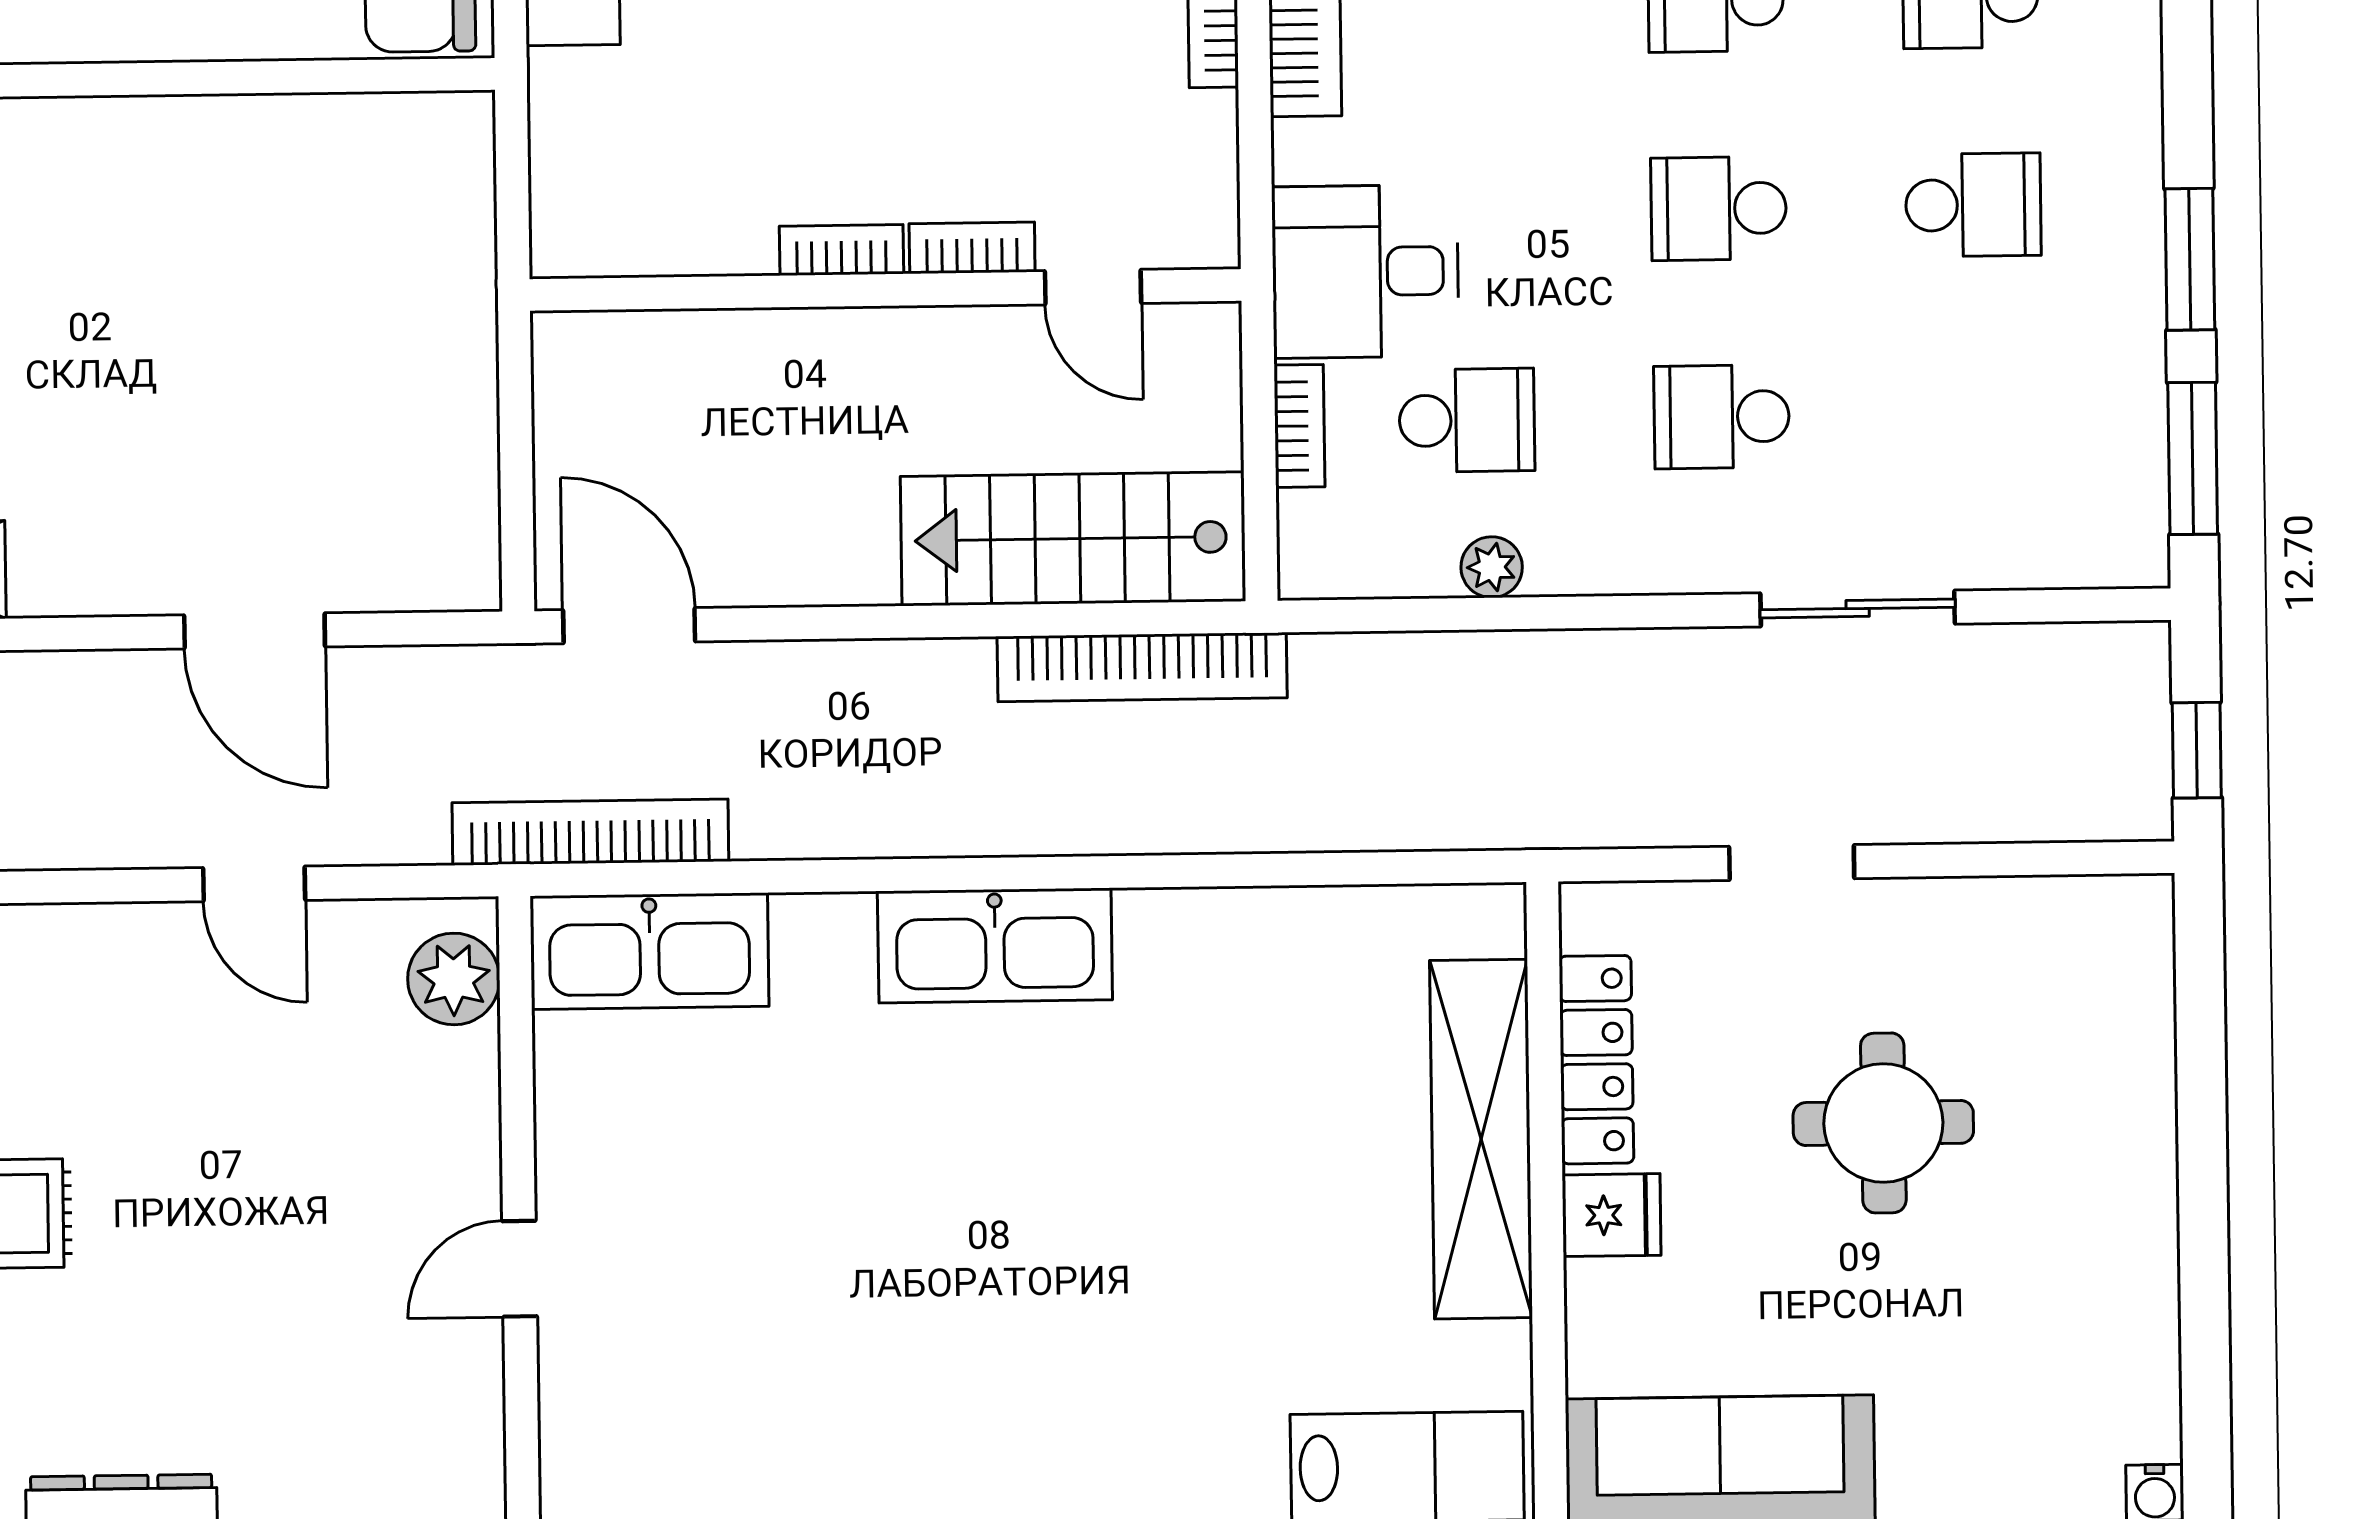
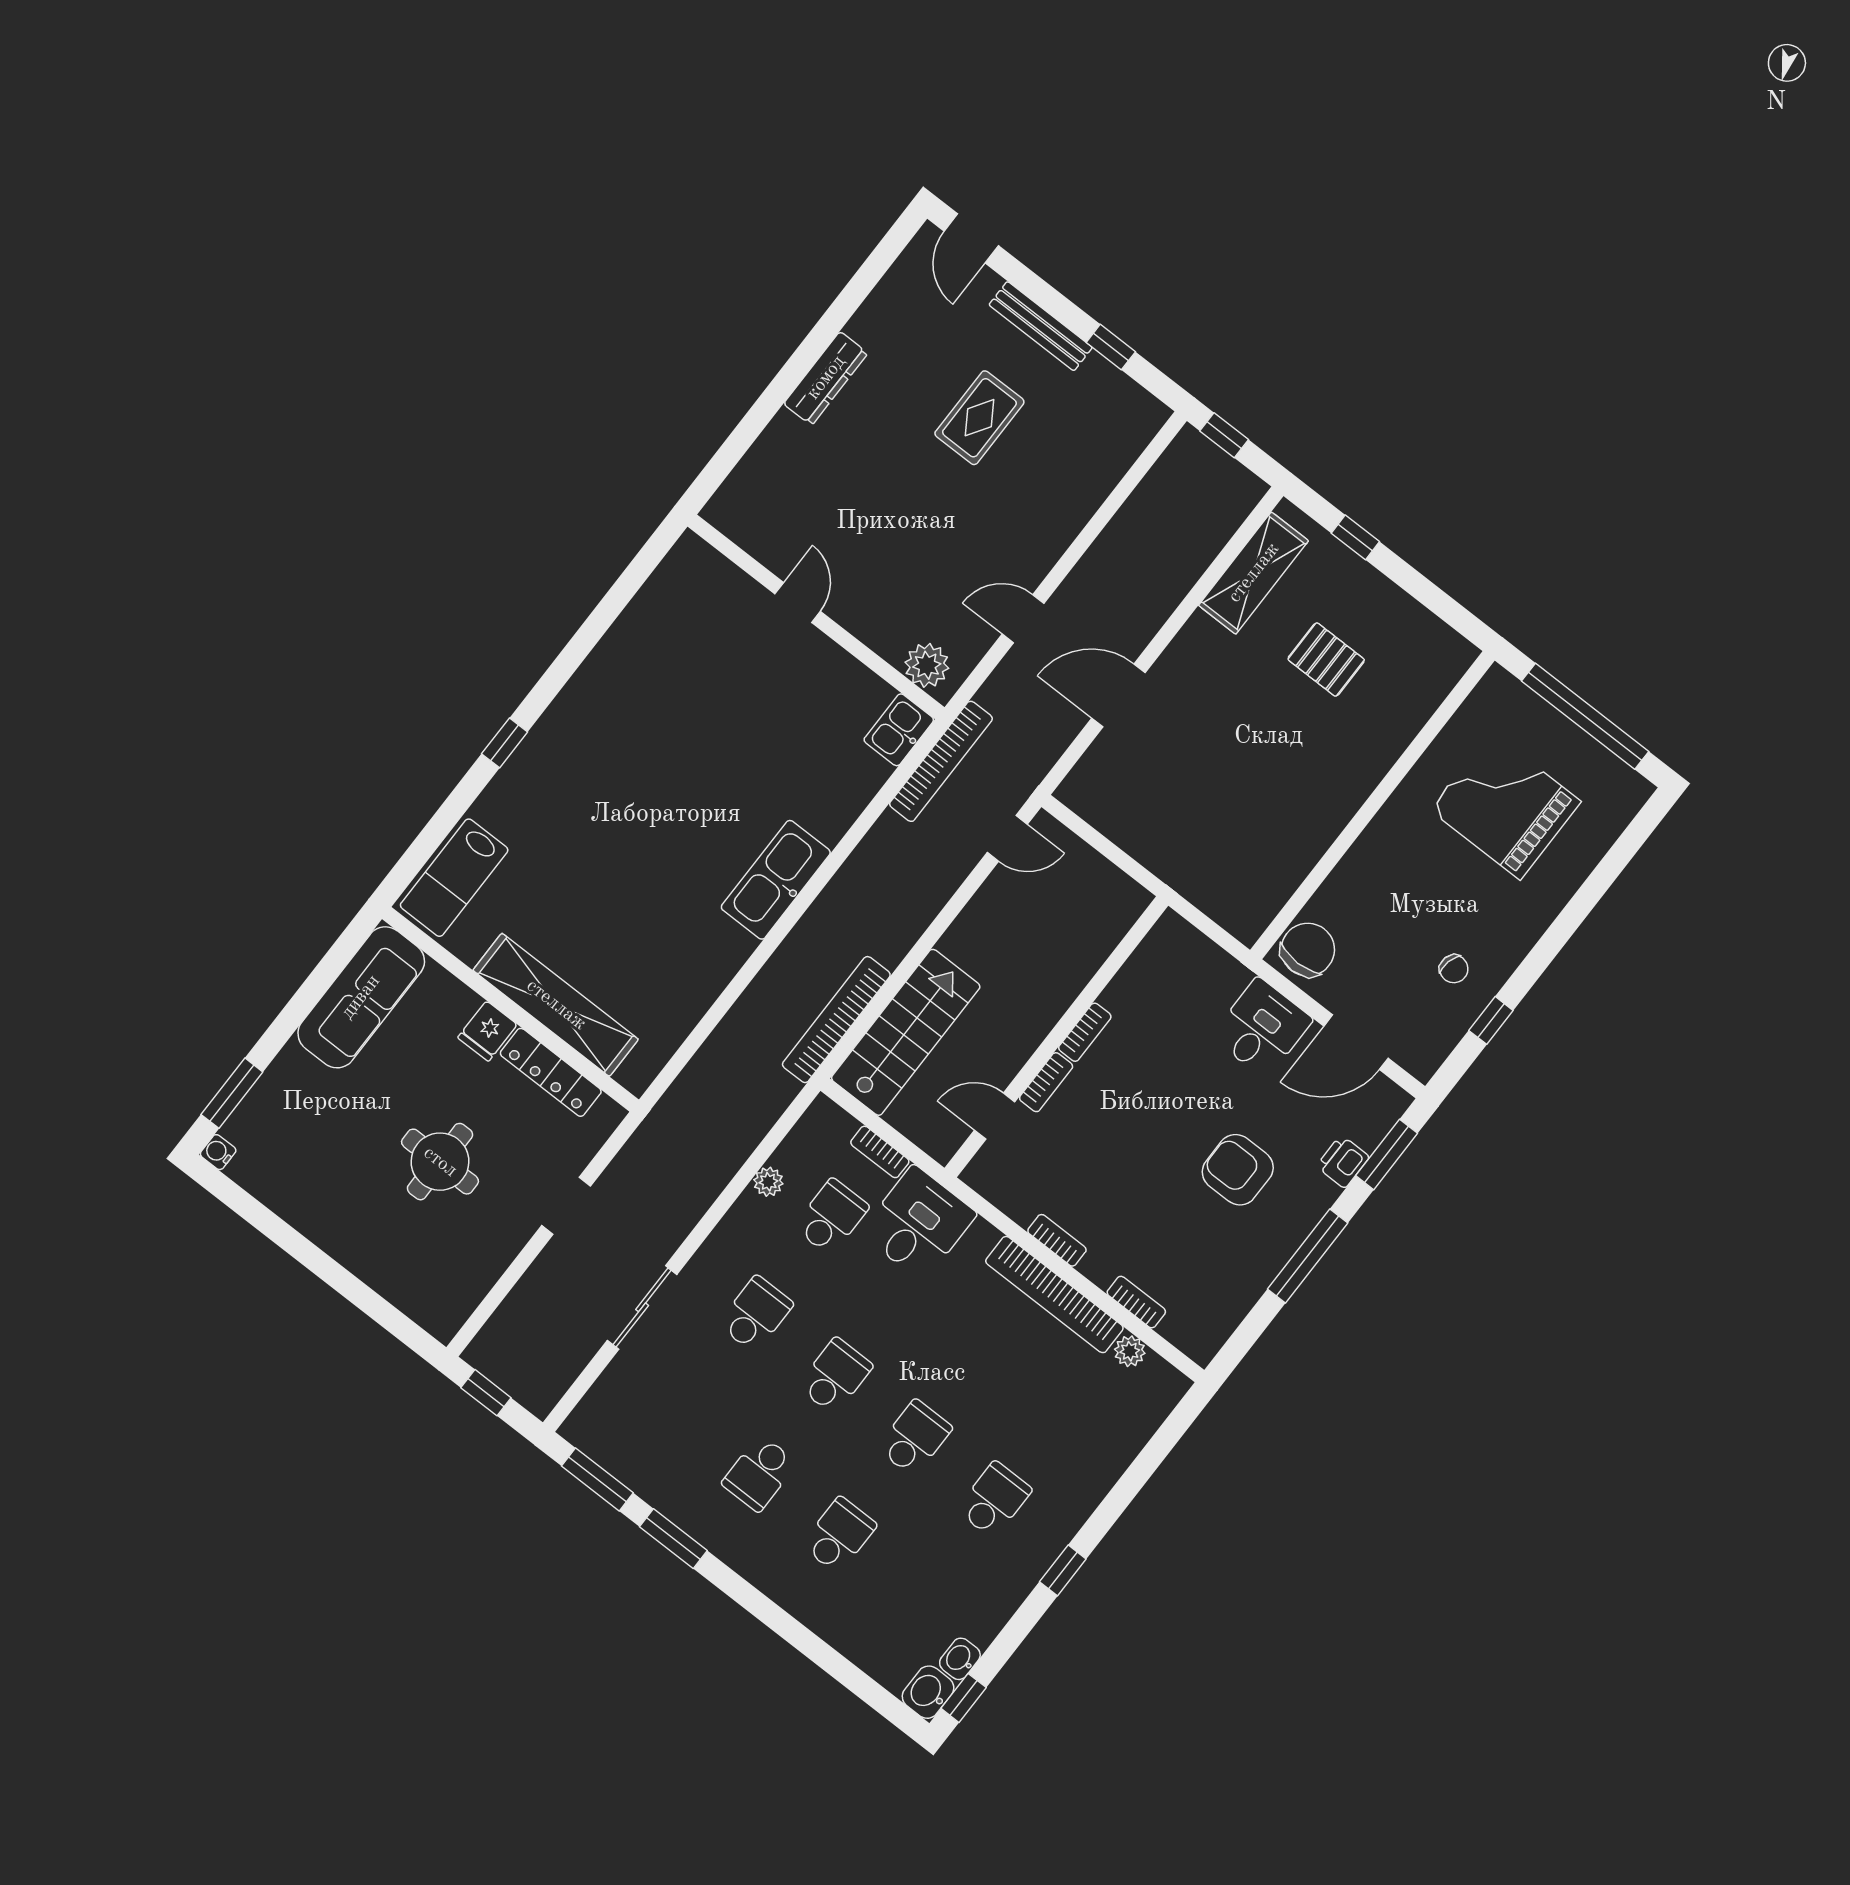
school desk: (1467, 420) -> (831, 1217), turned 180
door: (629, 626) -> (1007, 838), width x0.73
kitchen sink: (650, 951) -> (899, 730), width x0.53, depth x0.81

